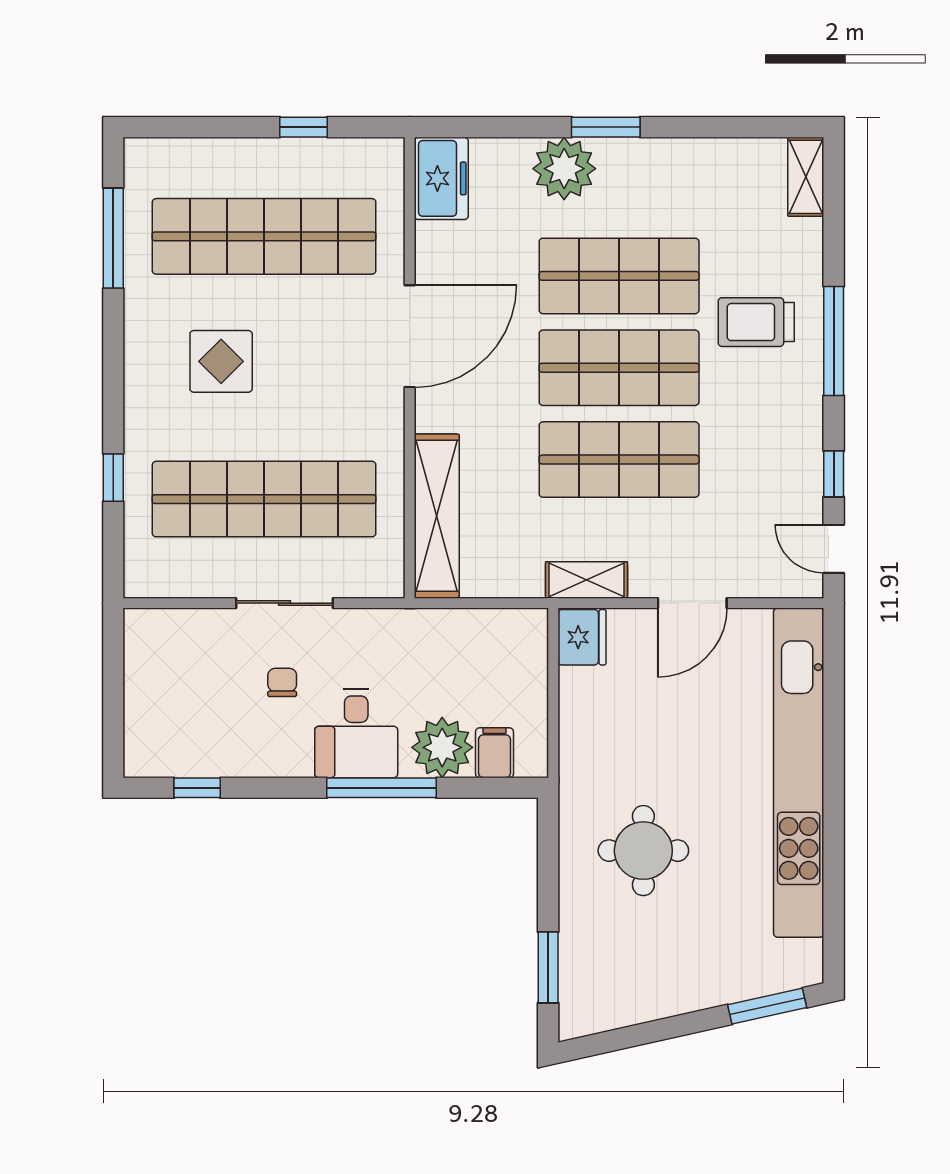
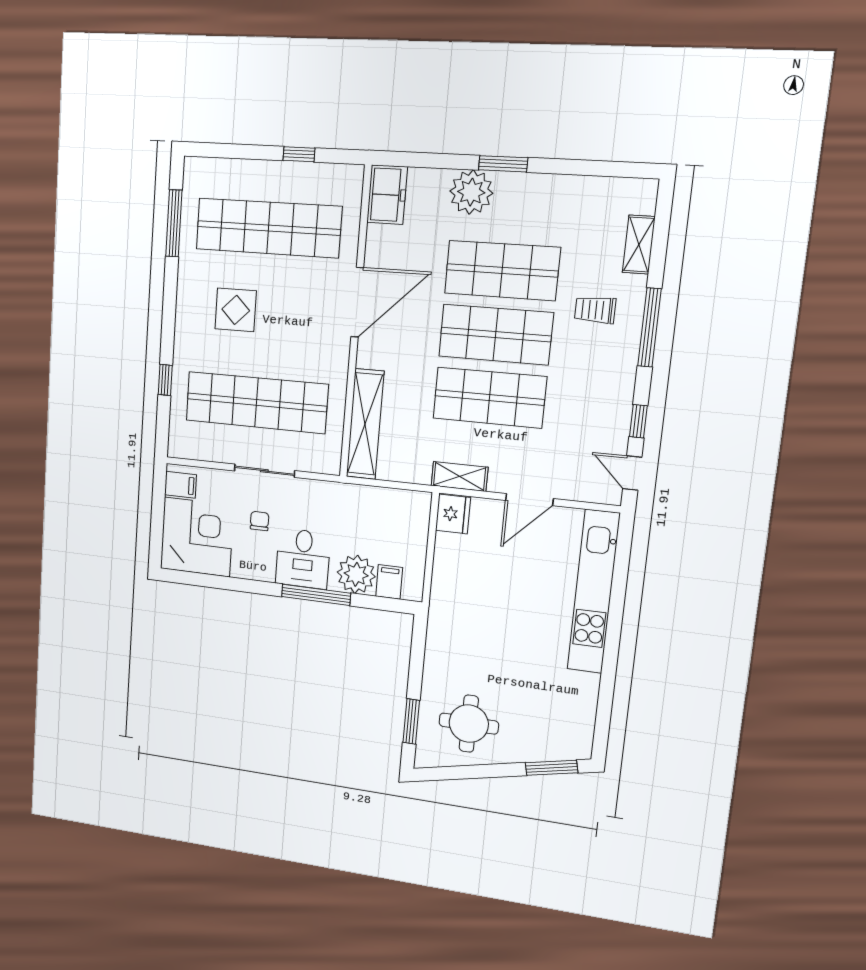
shelving: (806, 177) -> (639, 244), moved
trolley: (756, 322) -> (595, 310), width x0.73, depth x0.72
filing cabinet: (149, 640) -> (181, 485), added
corner desk: (181, 720) -> (197, 537), added
kitchen unit: (799, 773) -> (593, 592), width x0.73
window: (197, 788) -> (204, 580), removed
round table: (643, 851) -> (469, 724), moved

